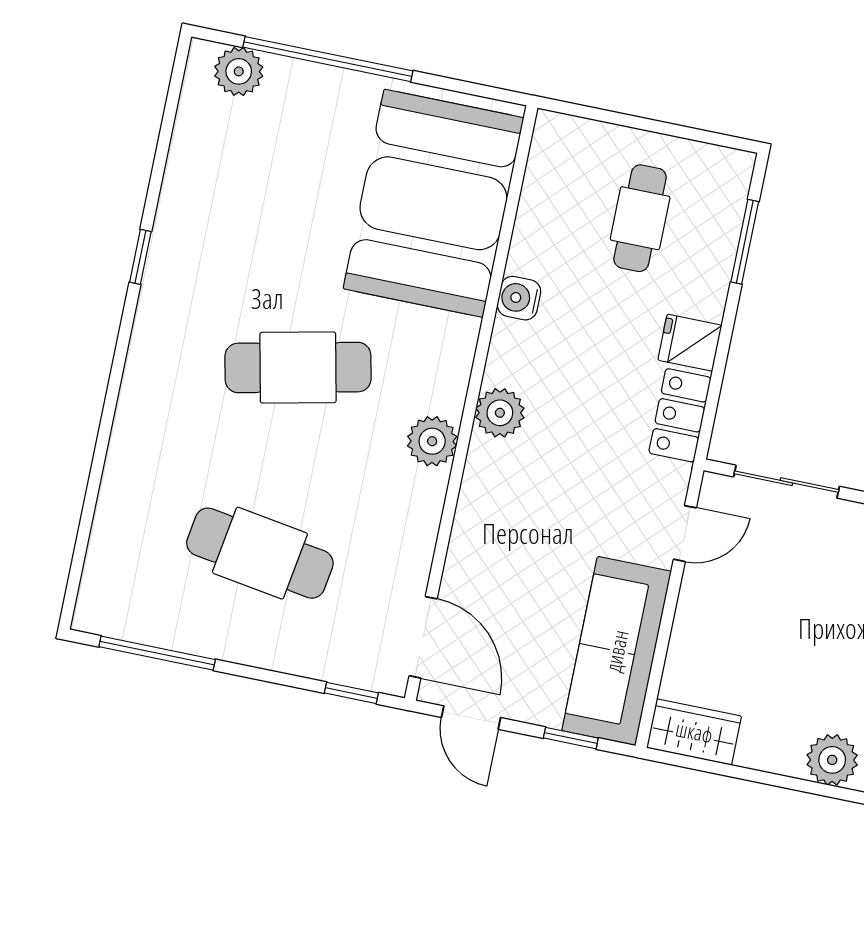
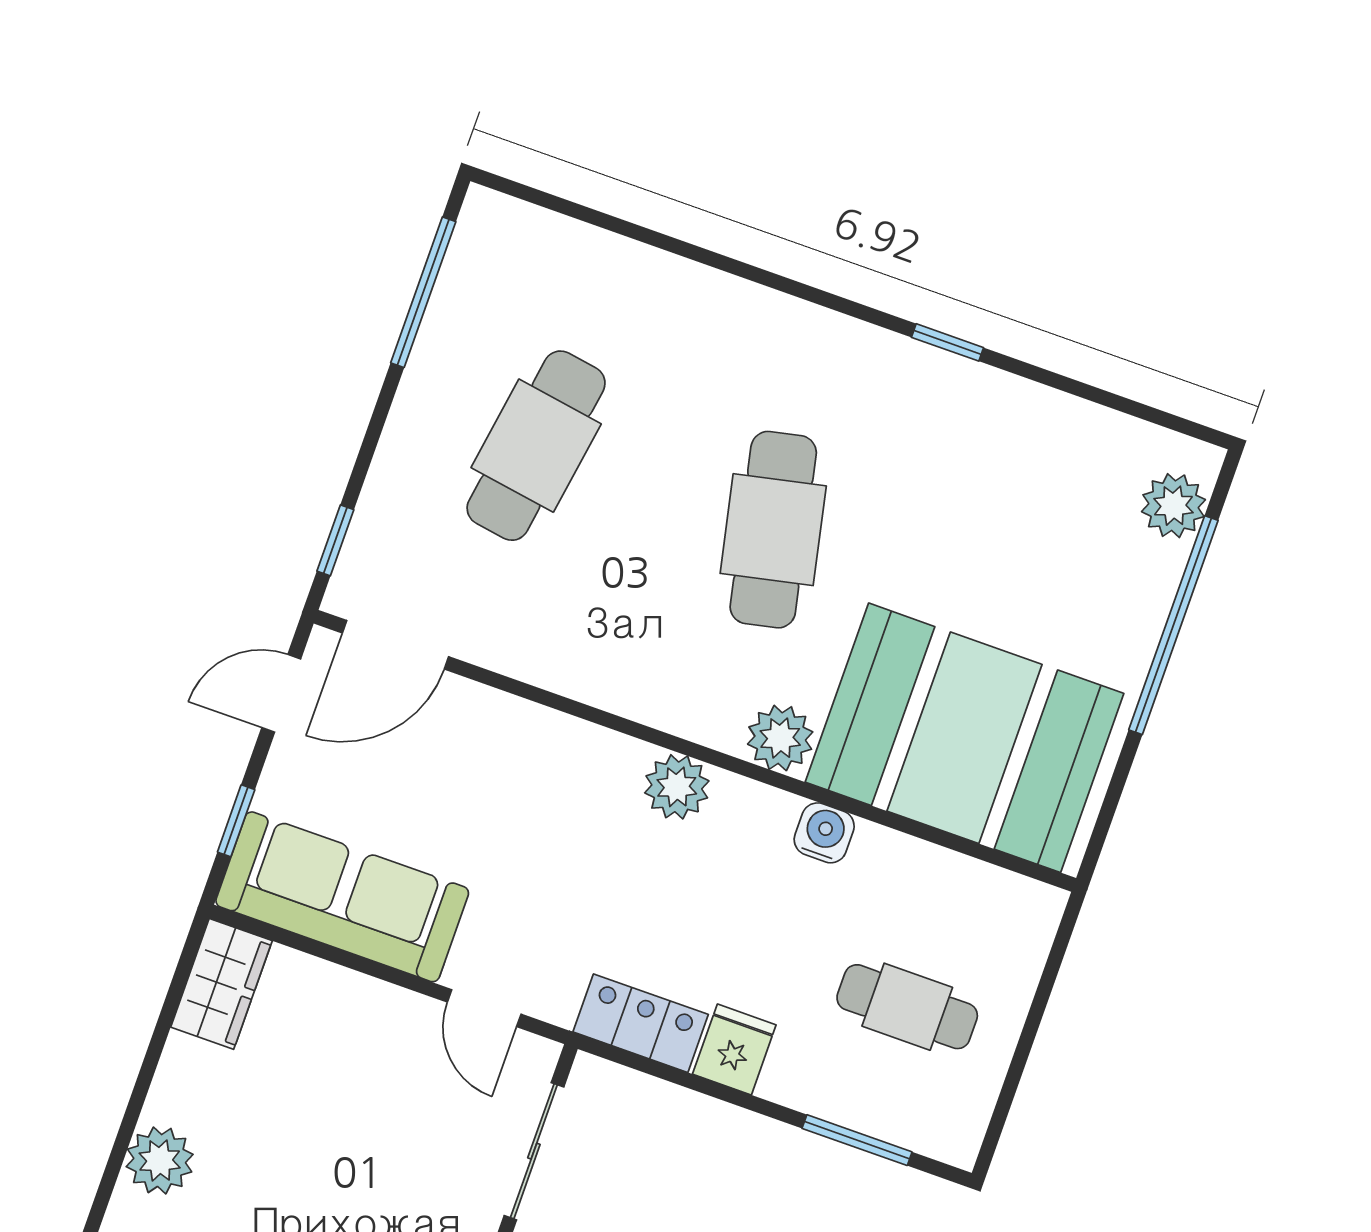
plant: (432, 441) -> (780, 738), moved

